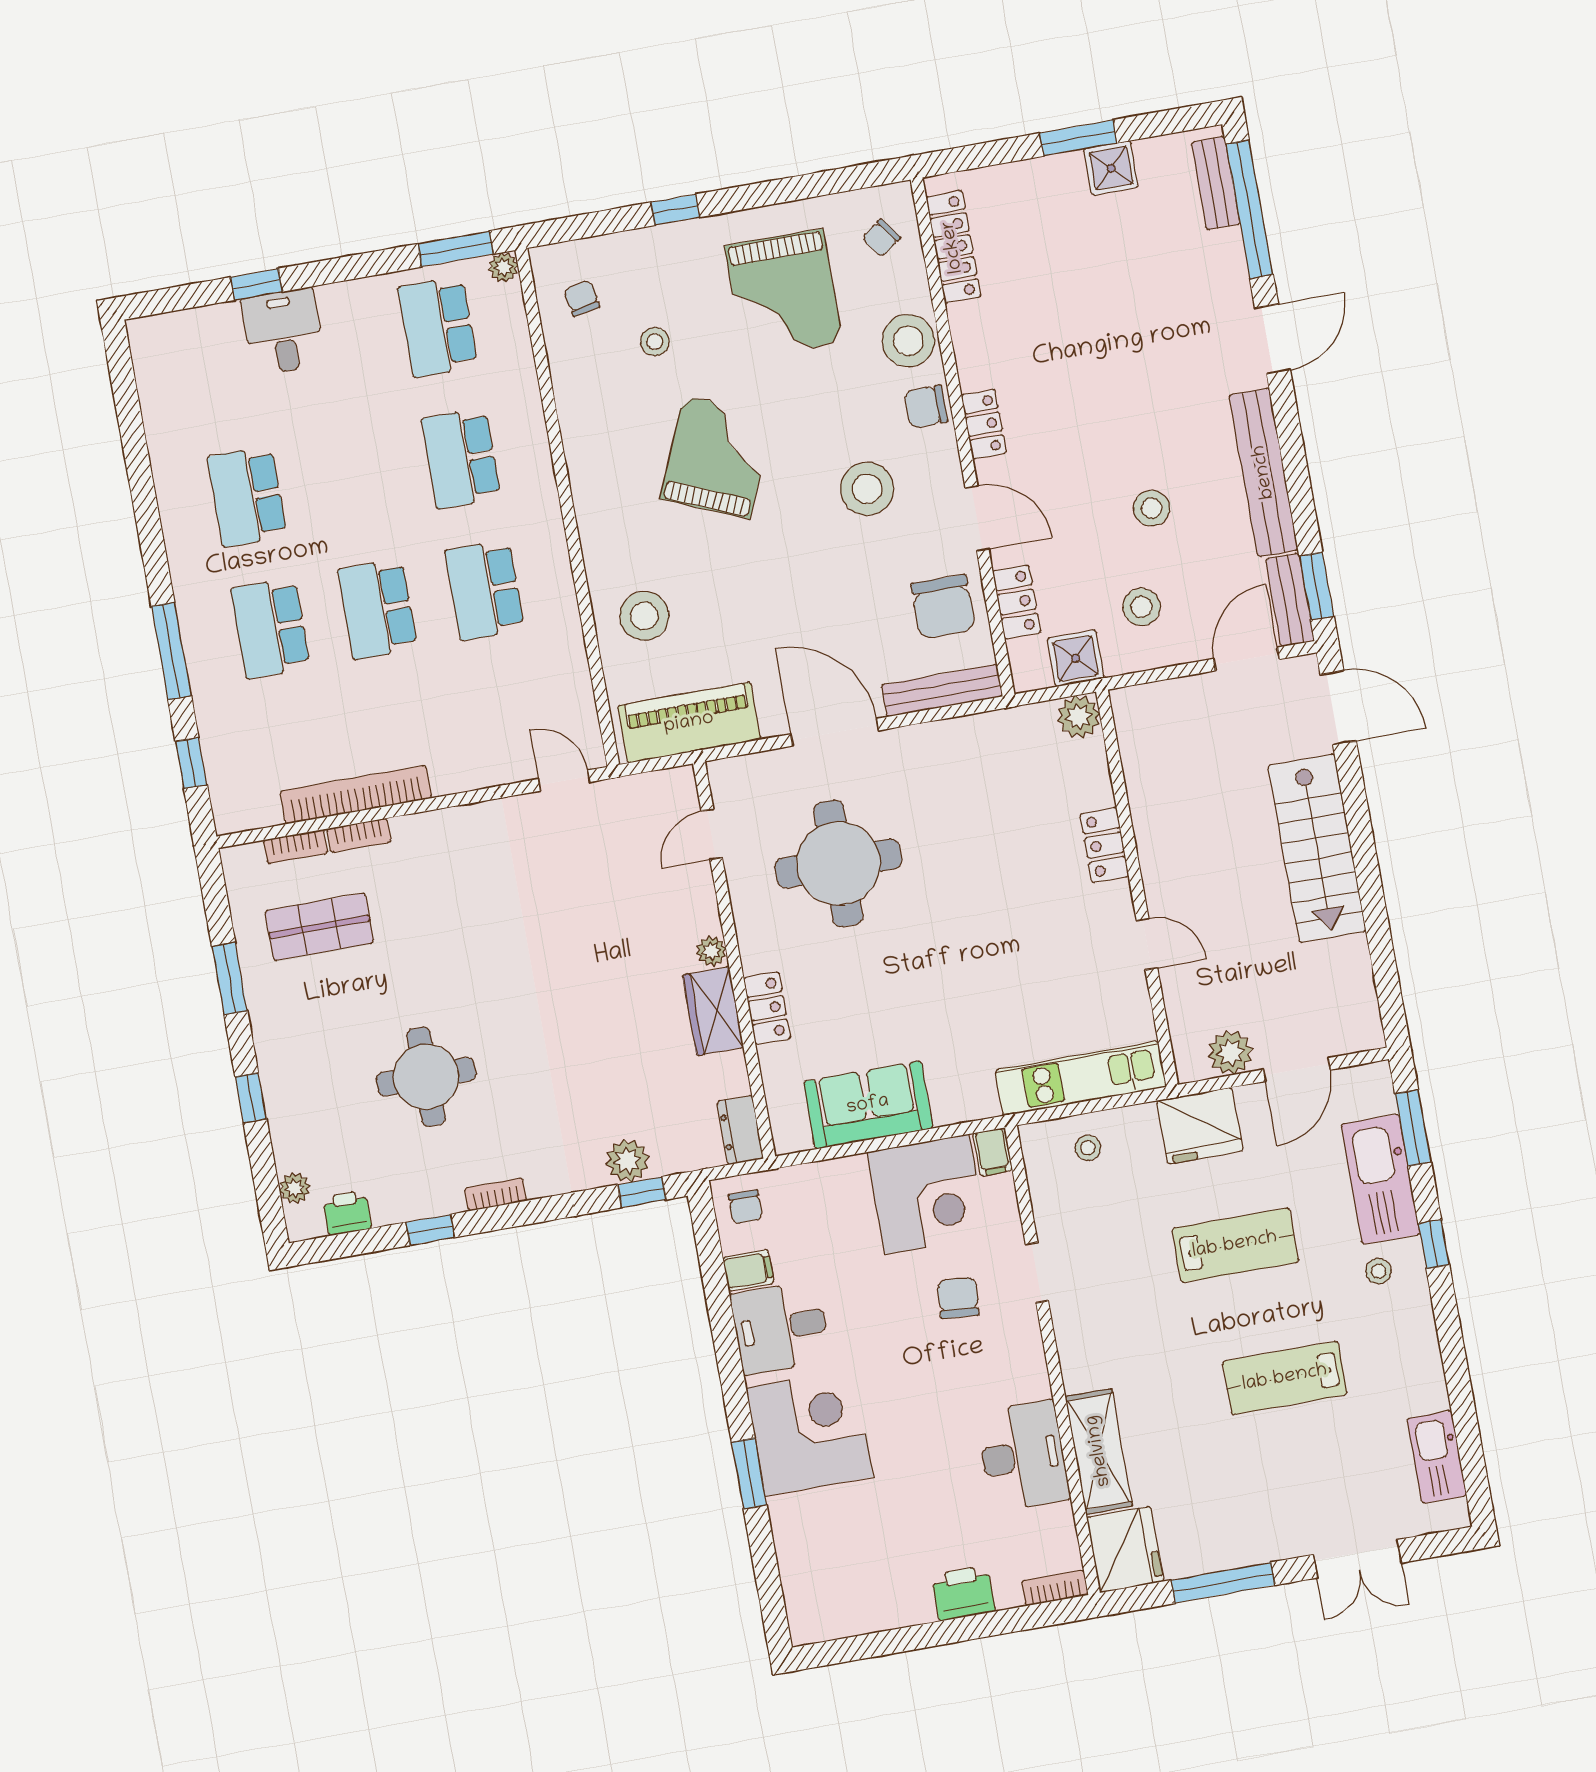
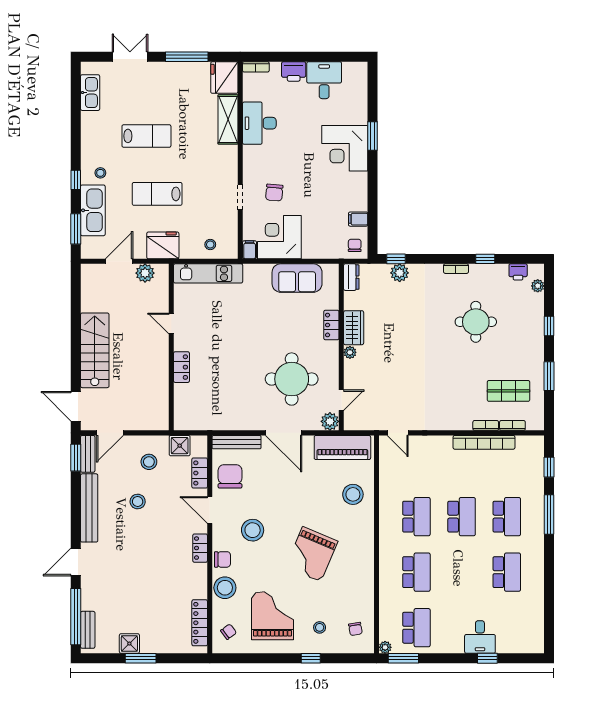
stool: (655, 342) -> (320, 627), moved
plant: (1079, 717) -> (330, 421), moved
desk: (780, 1328) -> (324, 80), moved, turned -90

